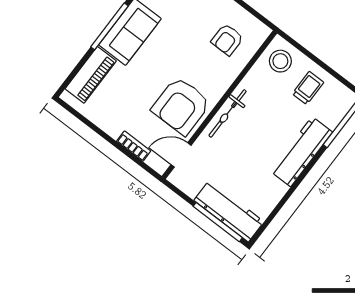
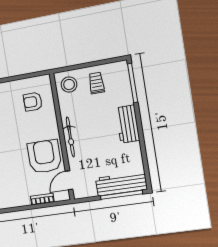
armchair: (227, 40) -> (33, 102), turned 90
armchair: (181, 106) -> (44, 157), turned 180
workbench: (301, 152) -> (128, 124), width x0.73

